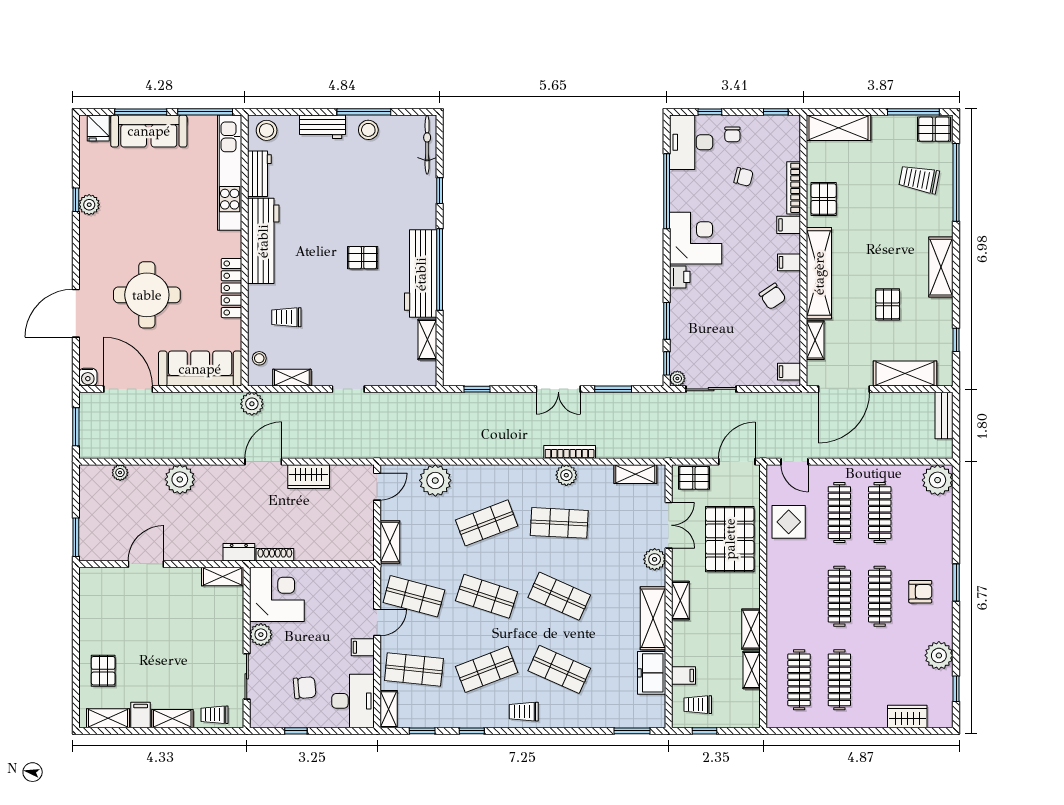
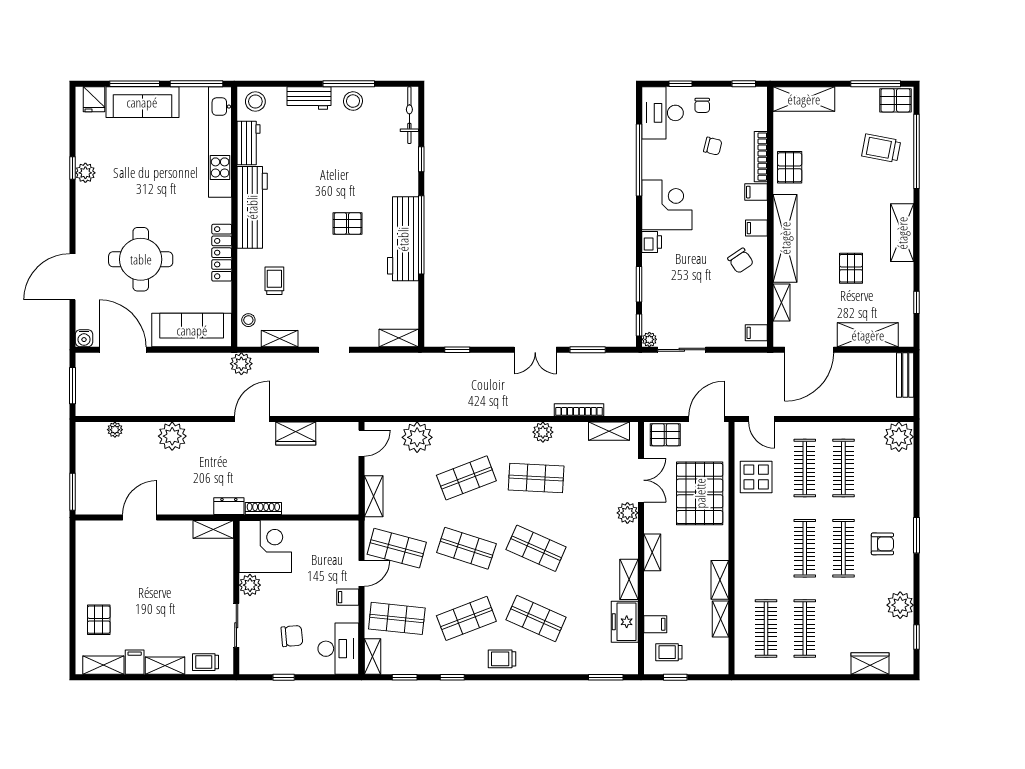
trolley: (286, 317) -> (274, 281), turned 90
shelving: (427, 339) -> (399, 338), moved, turned 90
bookcase: (570, 452) -> (579, 410), moved
shelving: (653, 618) -> (629, 579), width x0.67, depth x0.75

